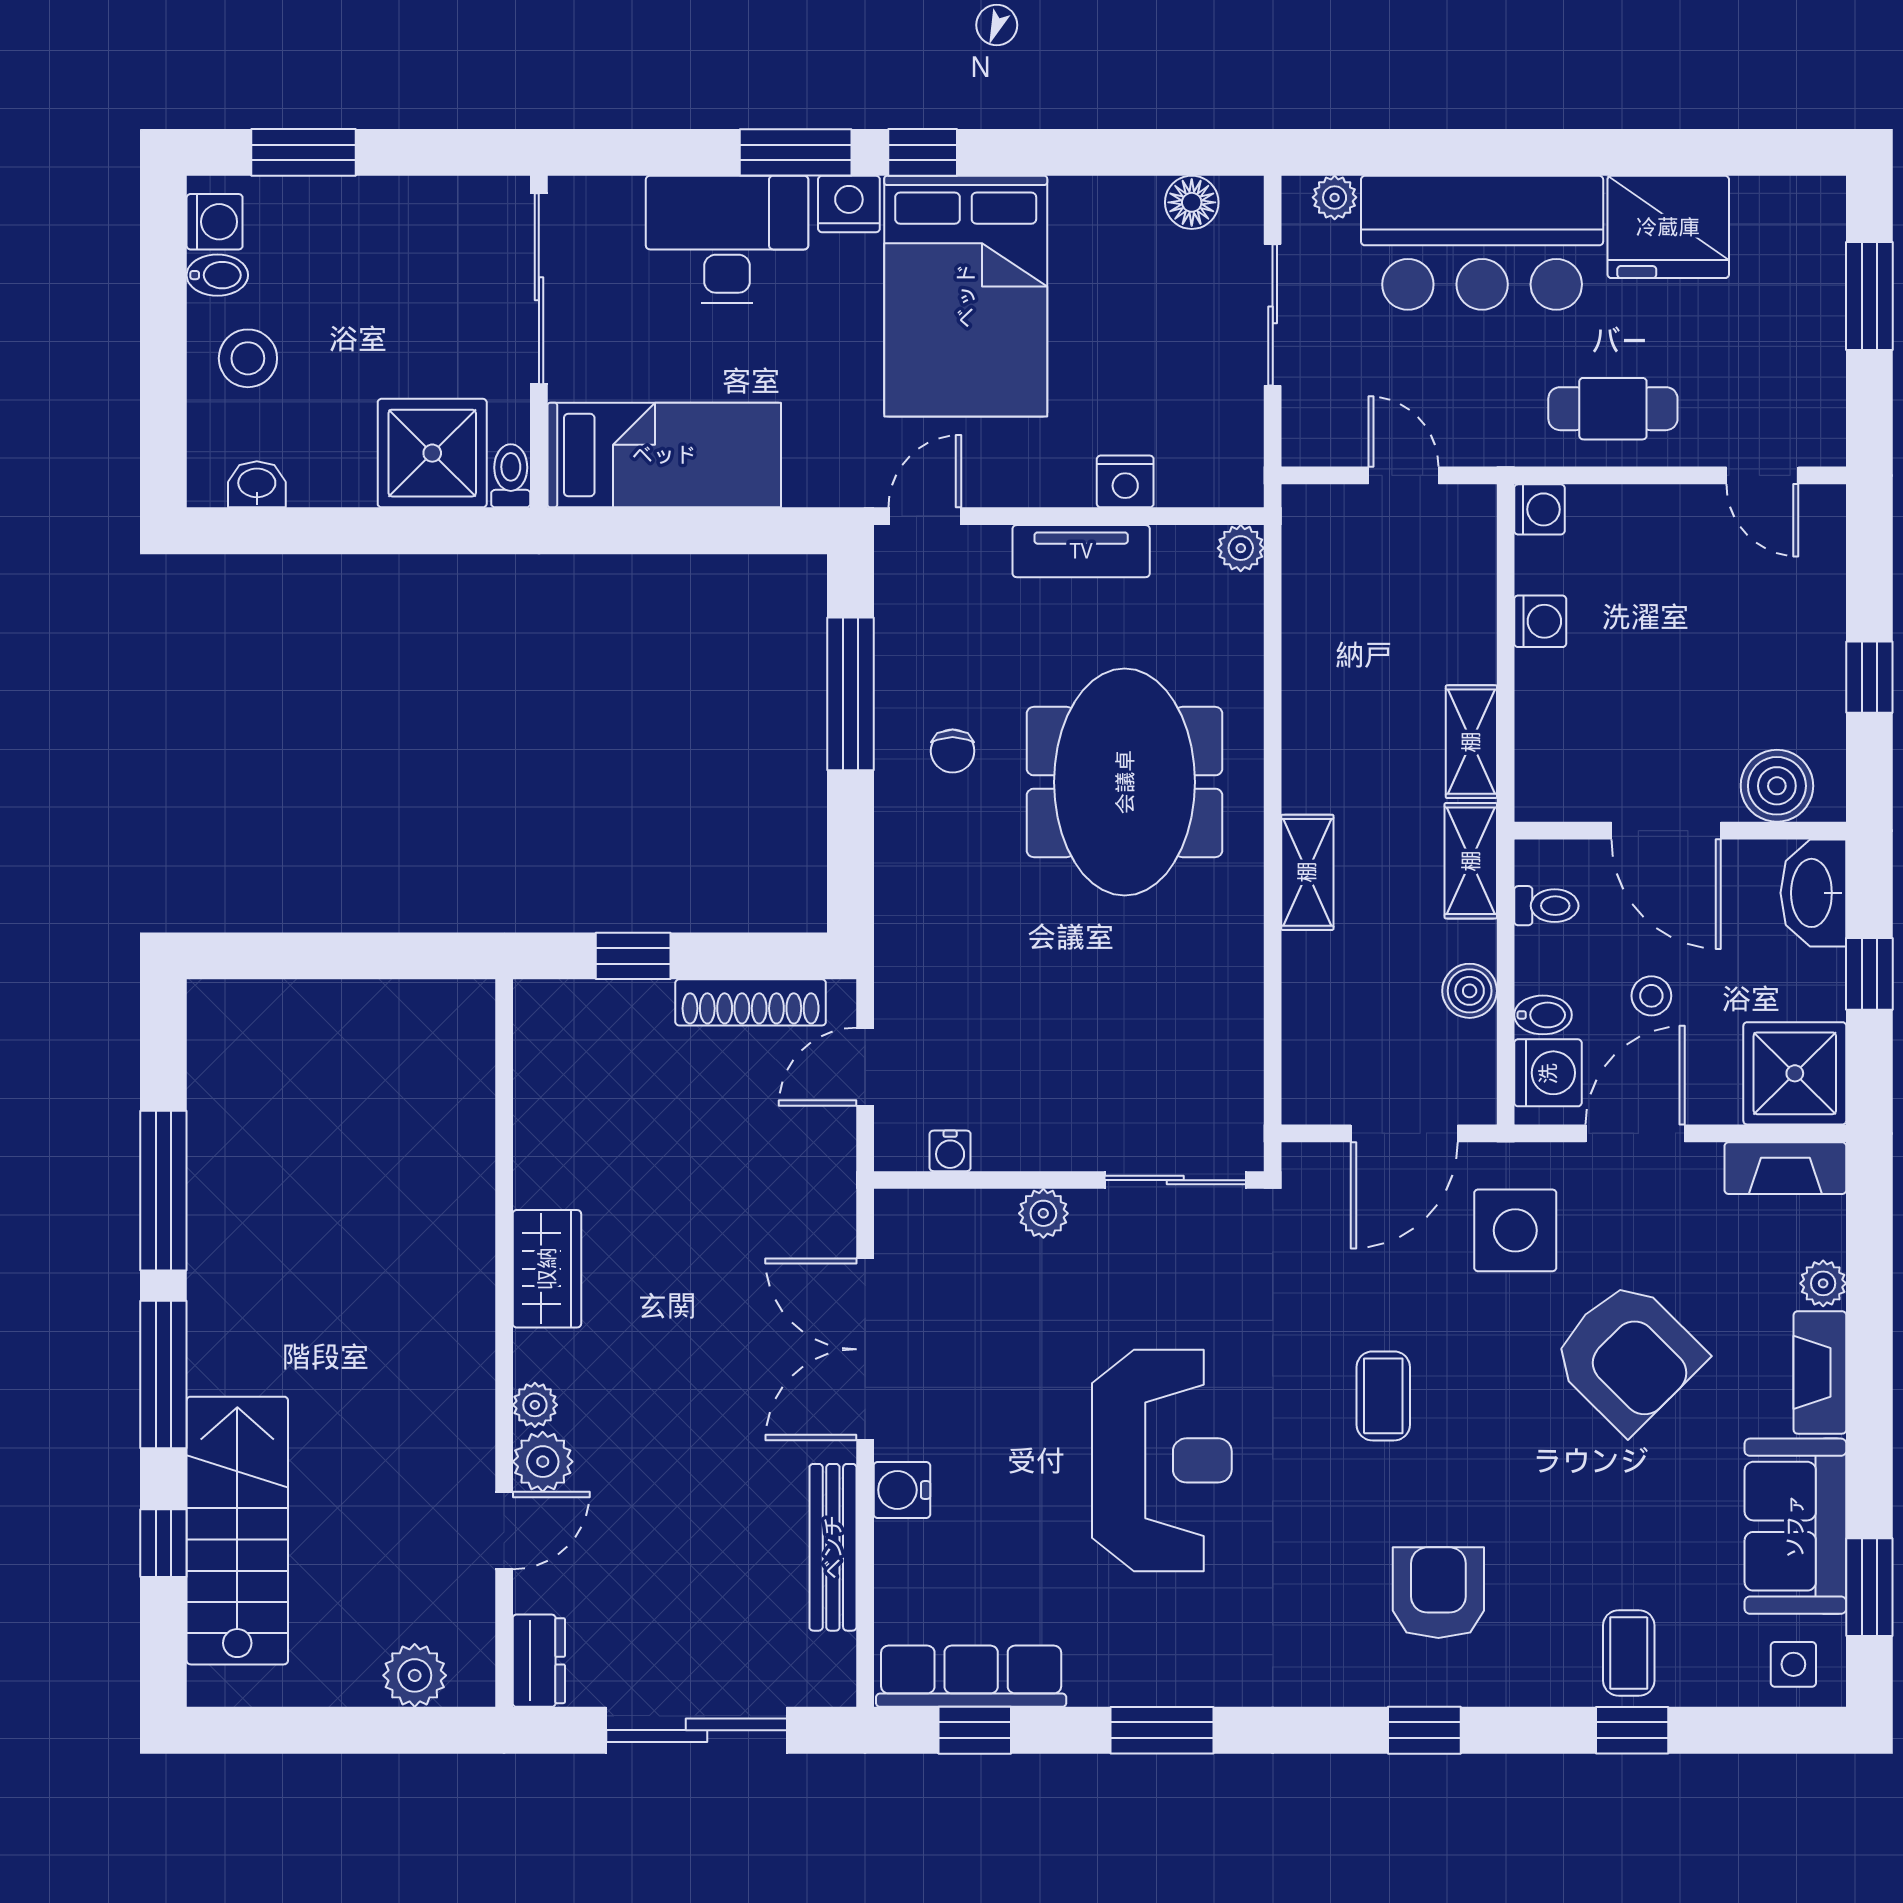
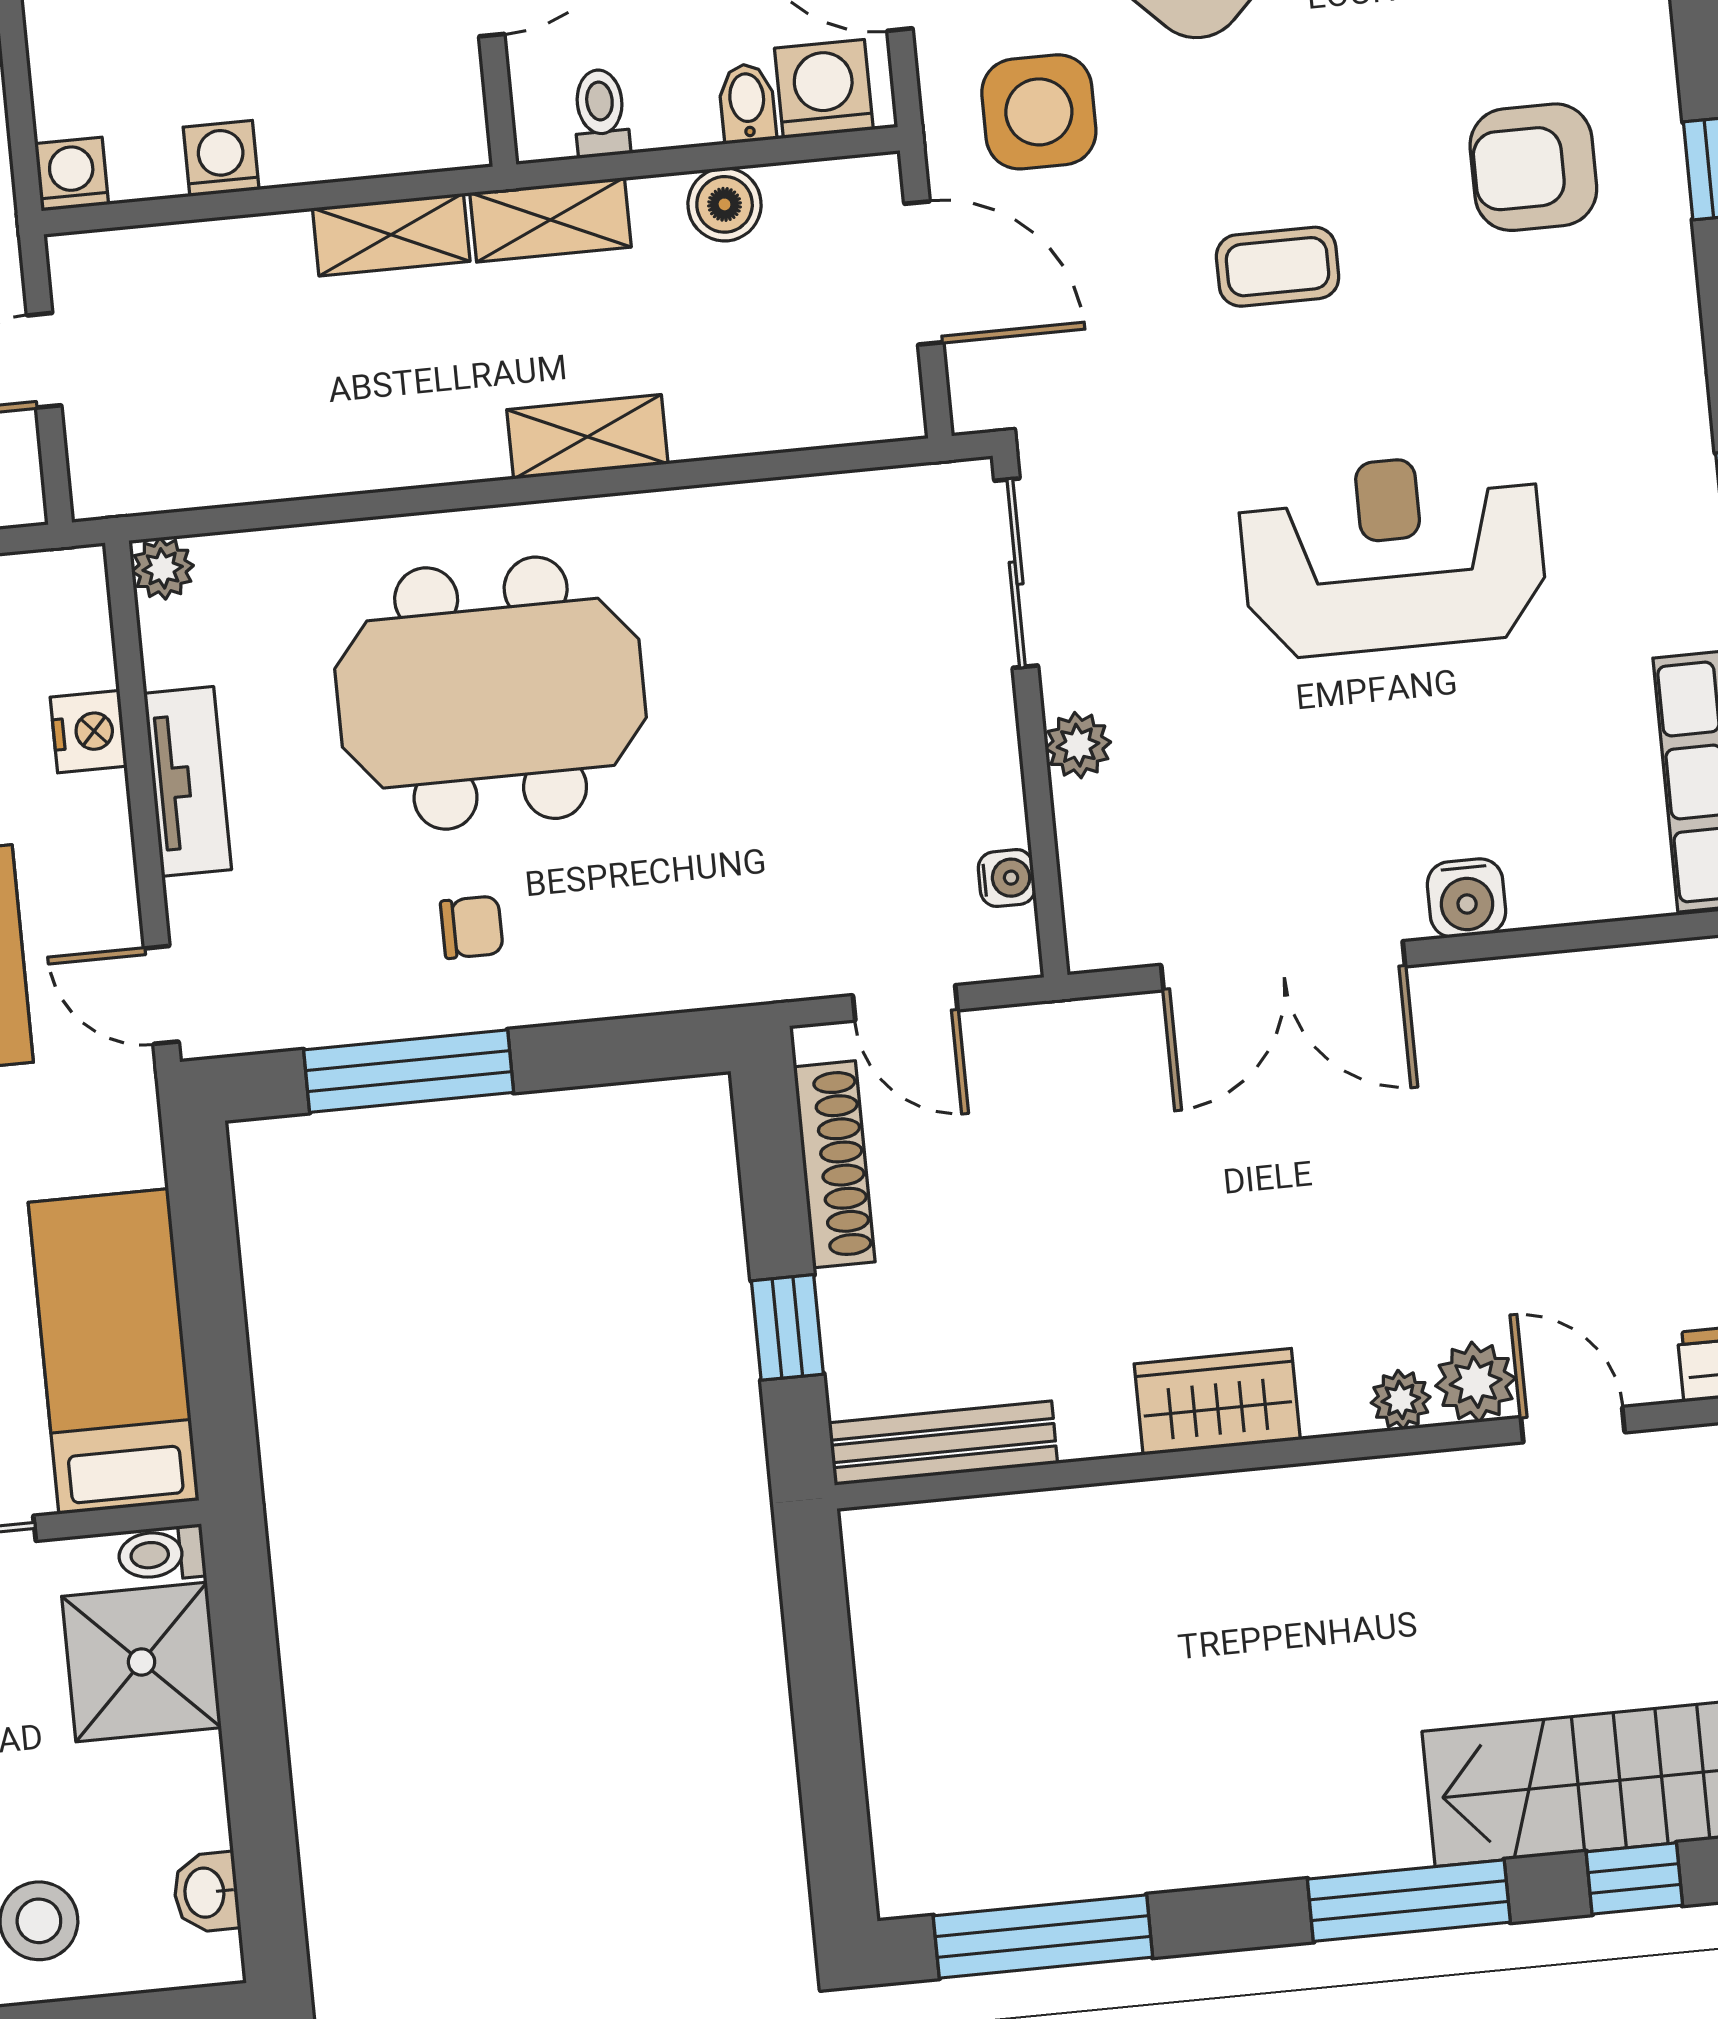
window: (163, 1191) -> (1043, 1936), moved
bench: (833, 1547) -> (943, 1443), moved

